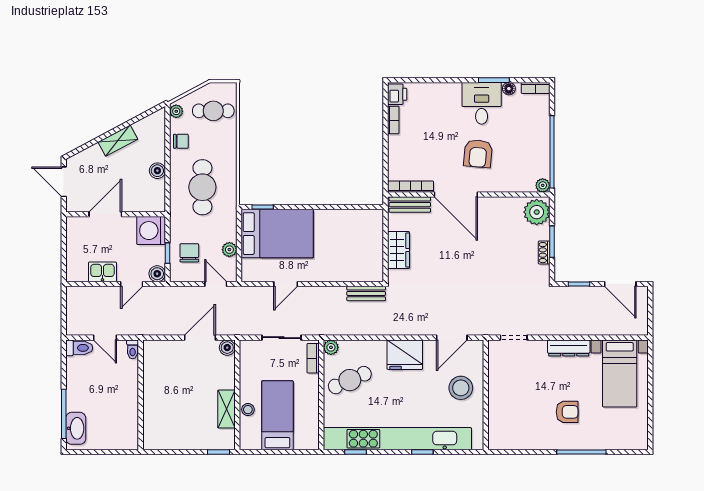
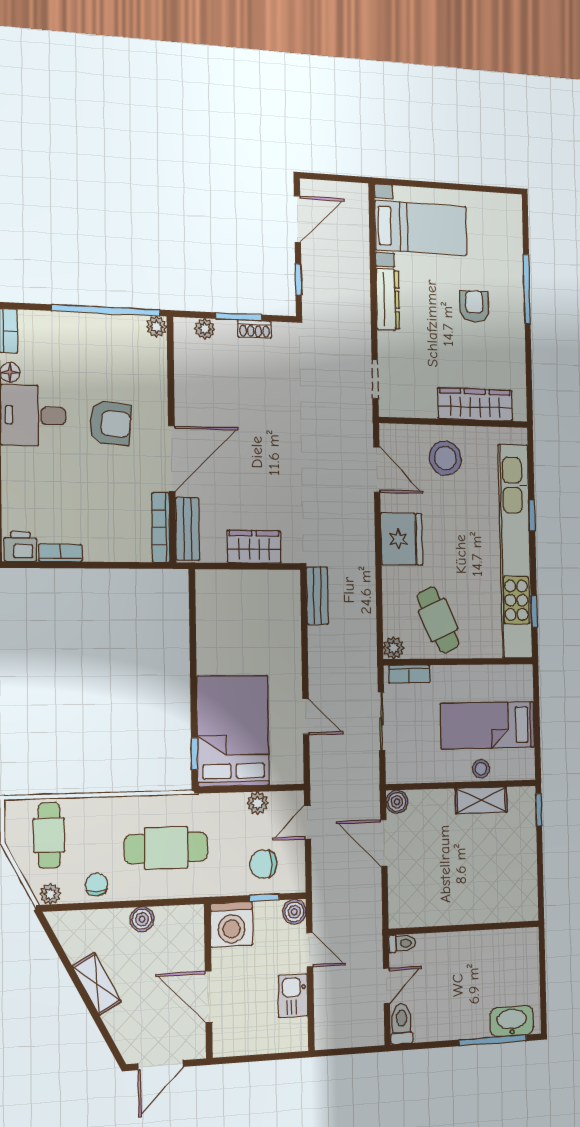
plant: (537, 212) -> (205, 329), width x0.53, depth x0.53
wardrobe: (499, 411) -> (475, 405), added

